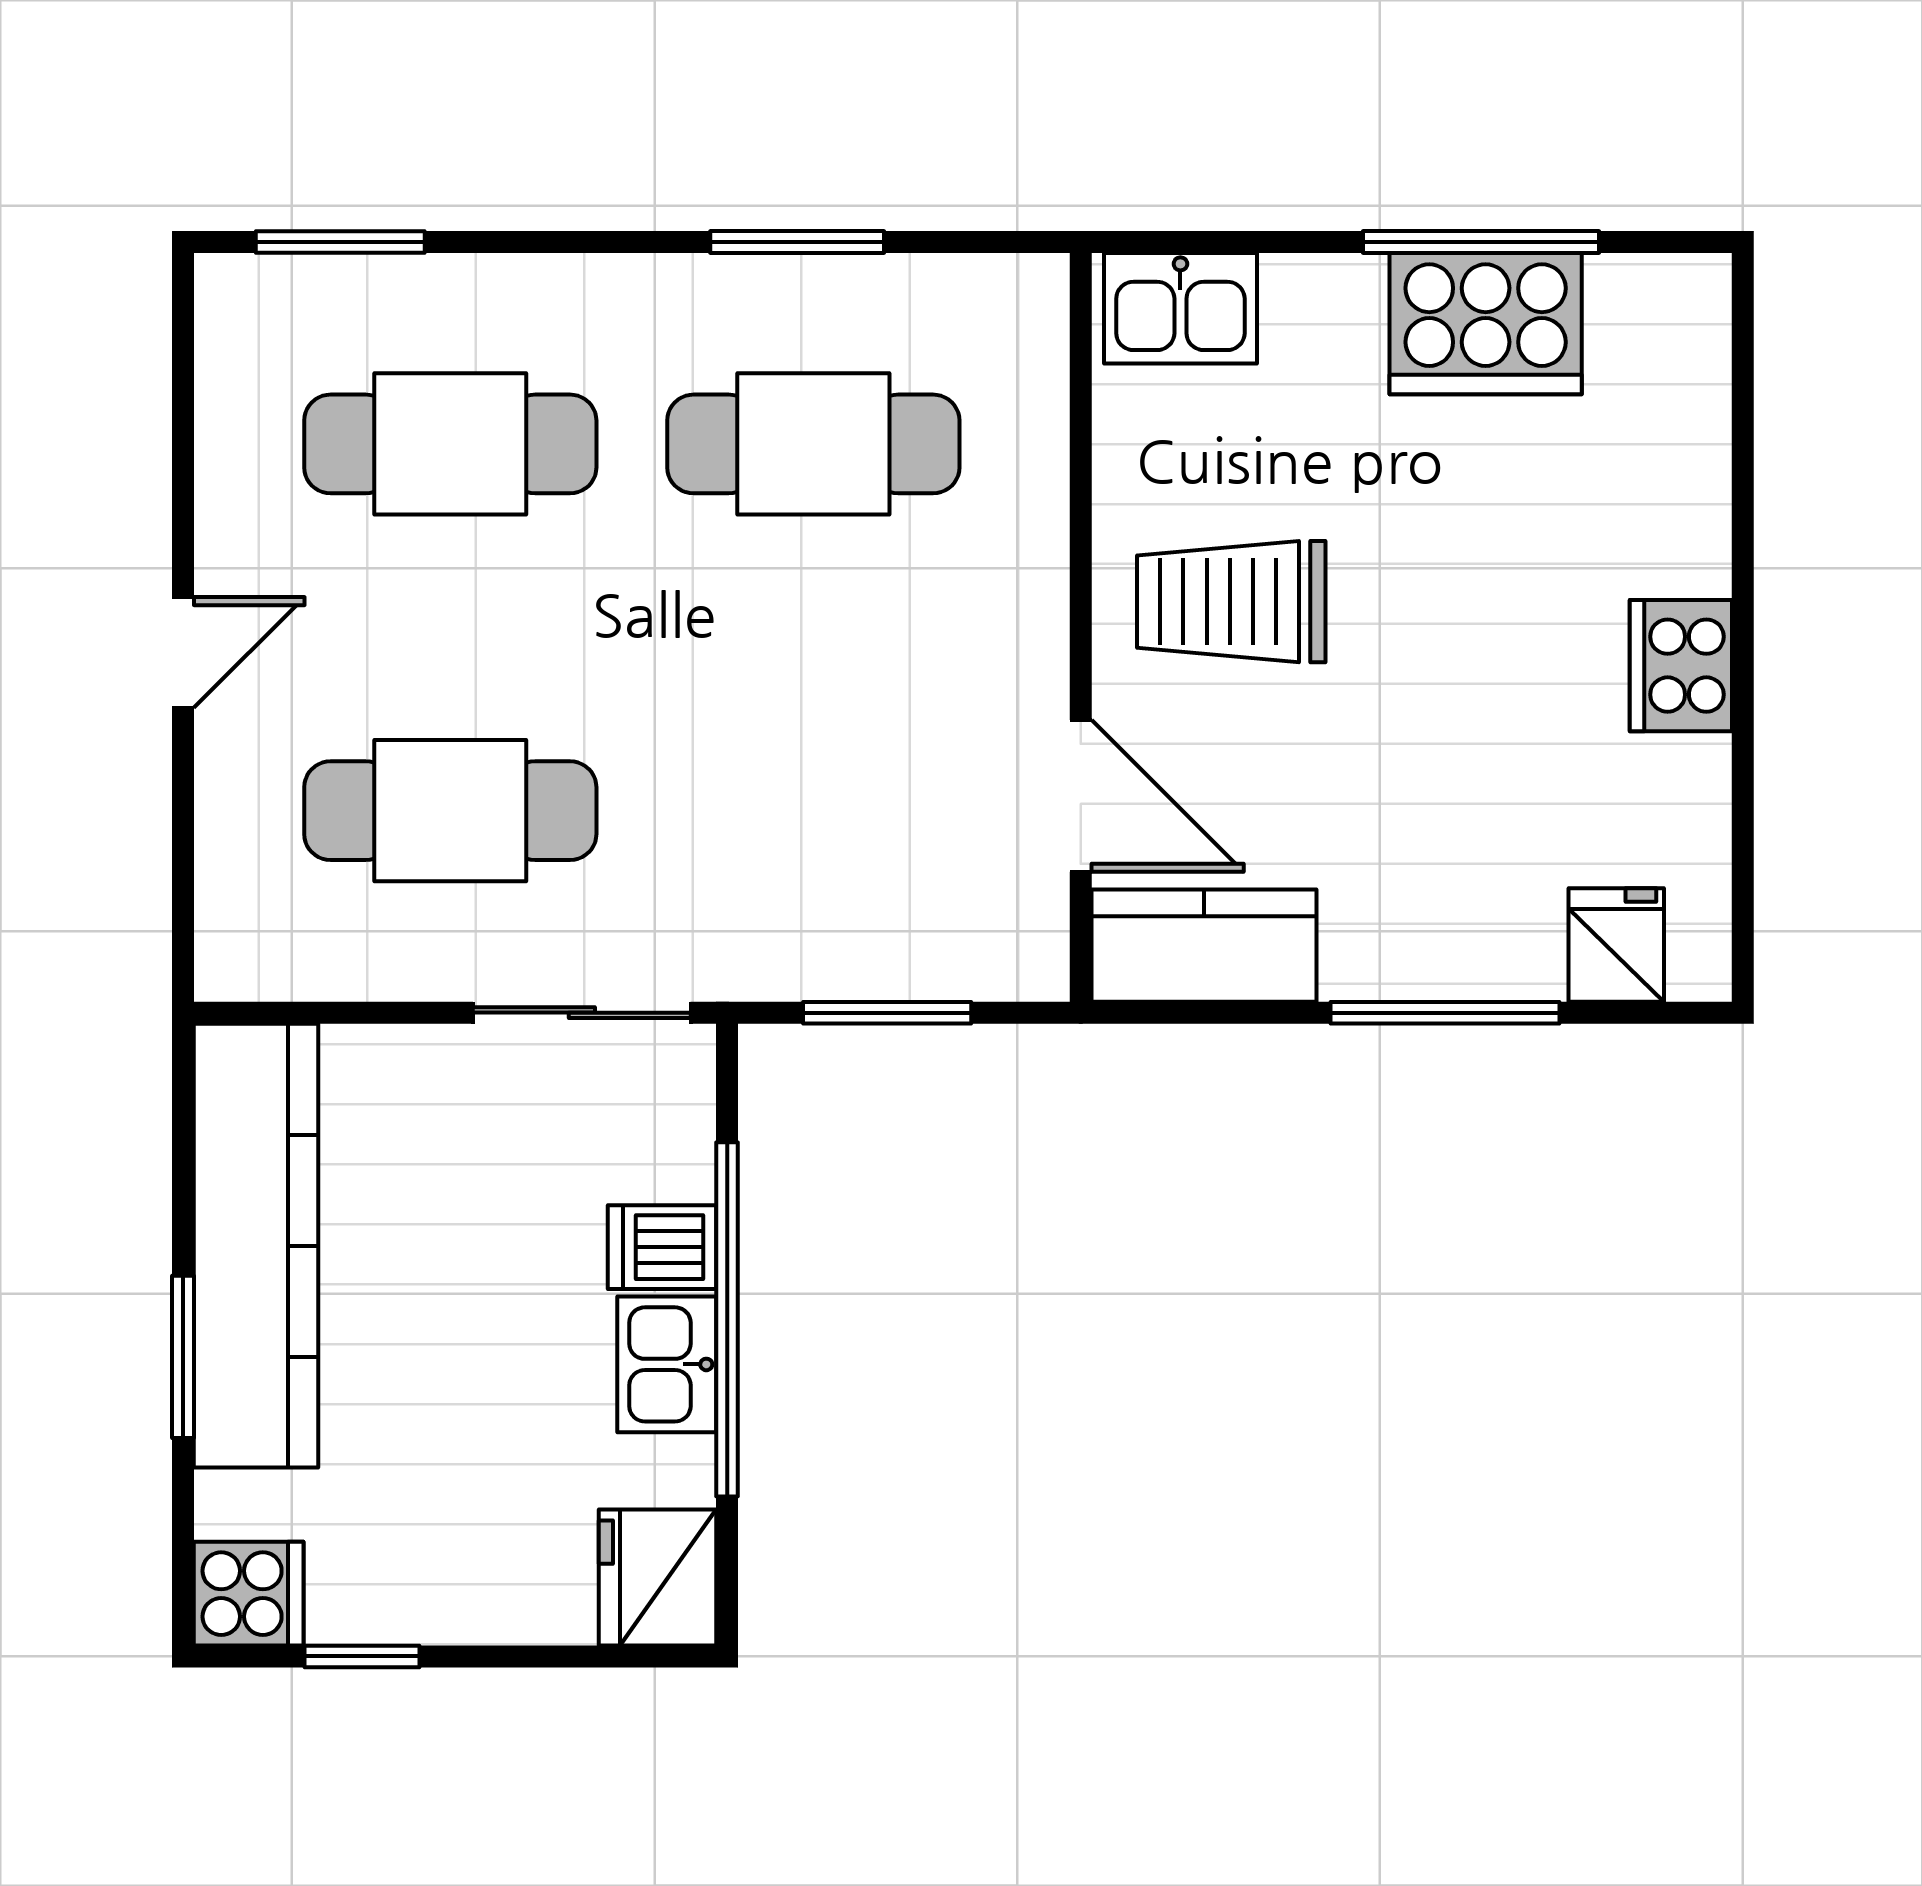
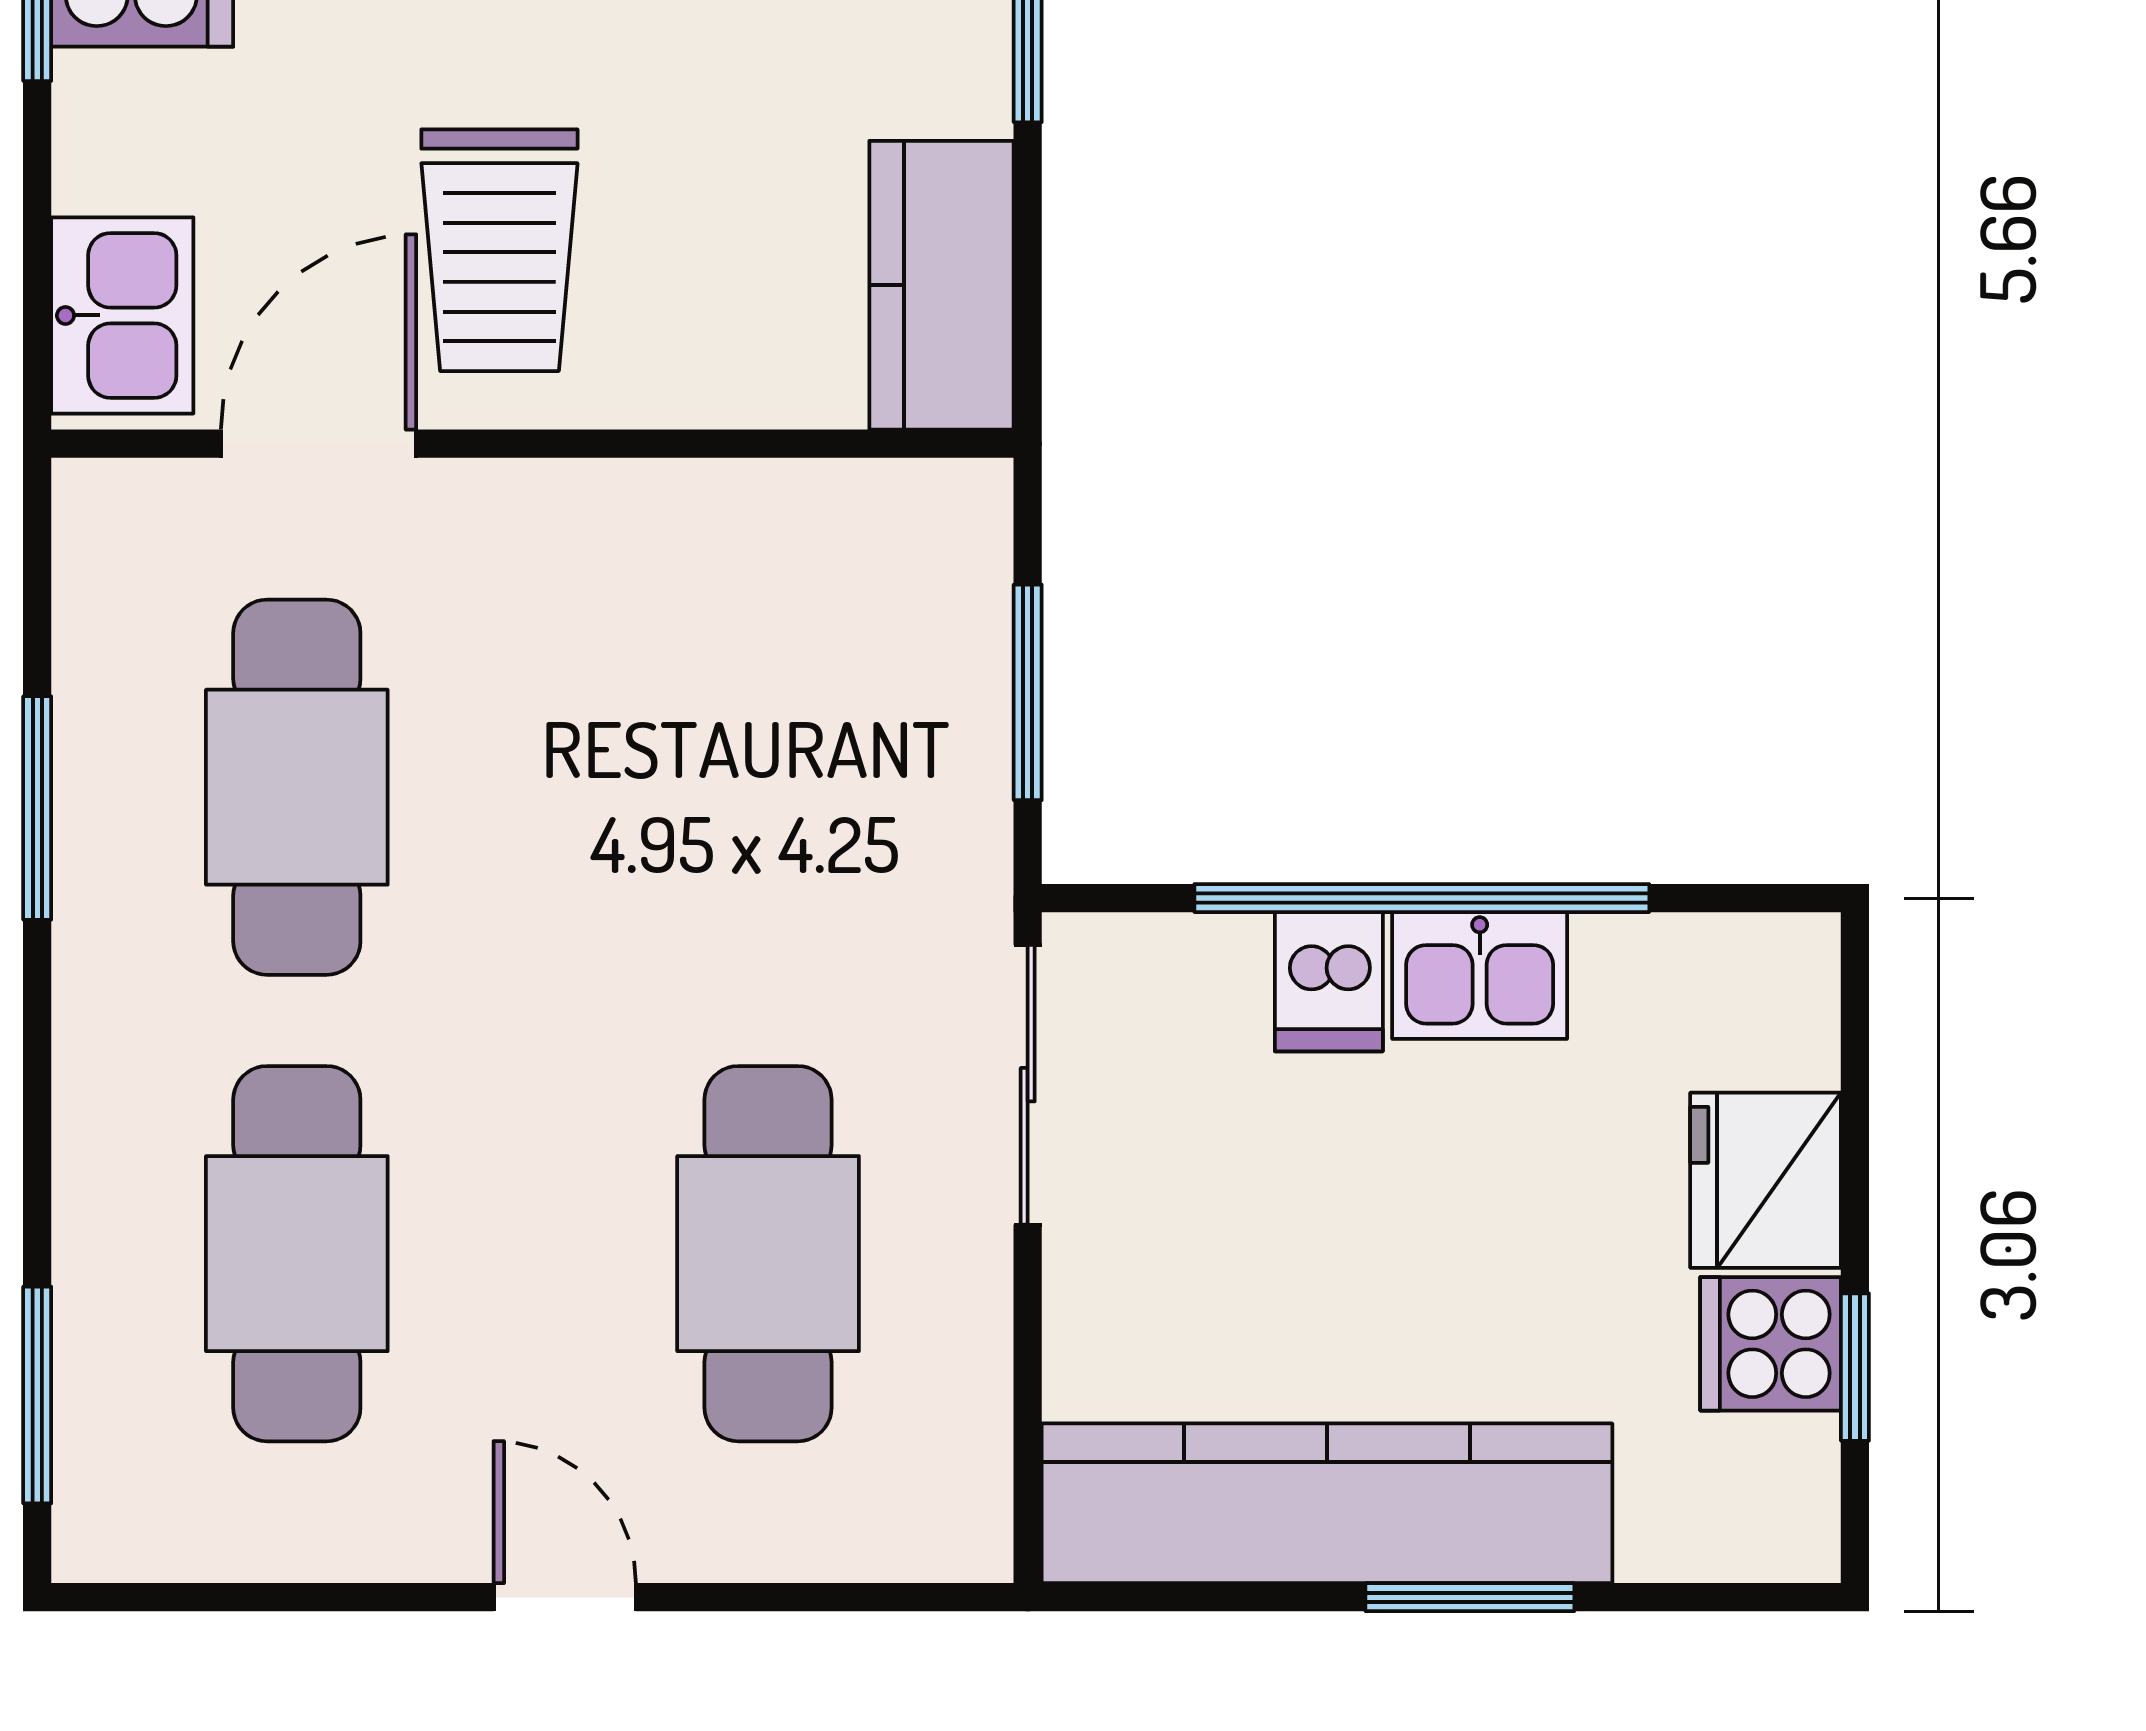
door: (1081, 796) -> (319, 444), moved
fridge: (658, 1578) -> (1766, 1180), moved, turned 90
cooker: (249, 1594) -> (1771, 1344), moved, turned -90

